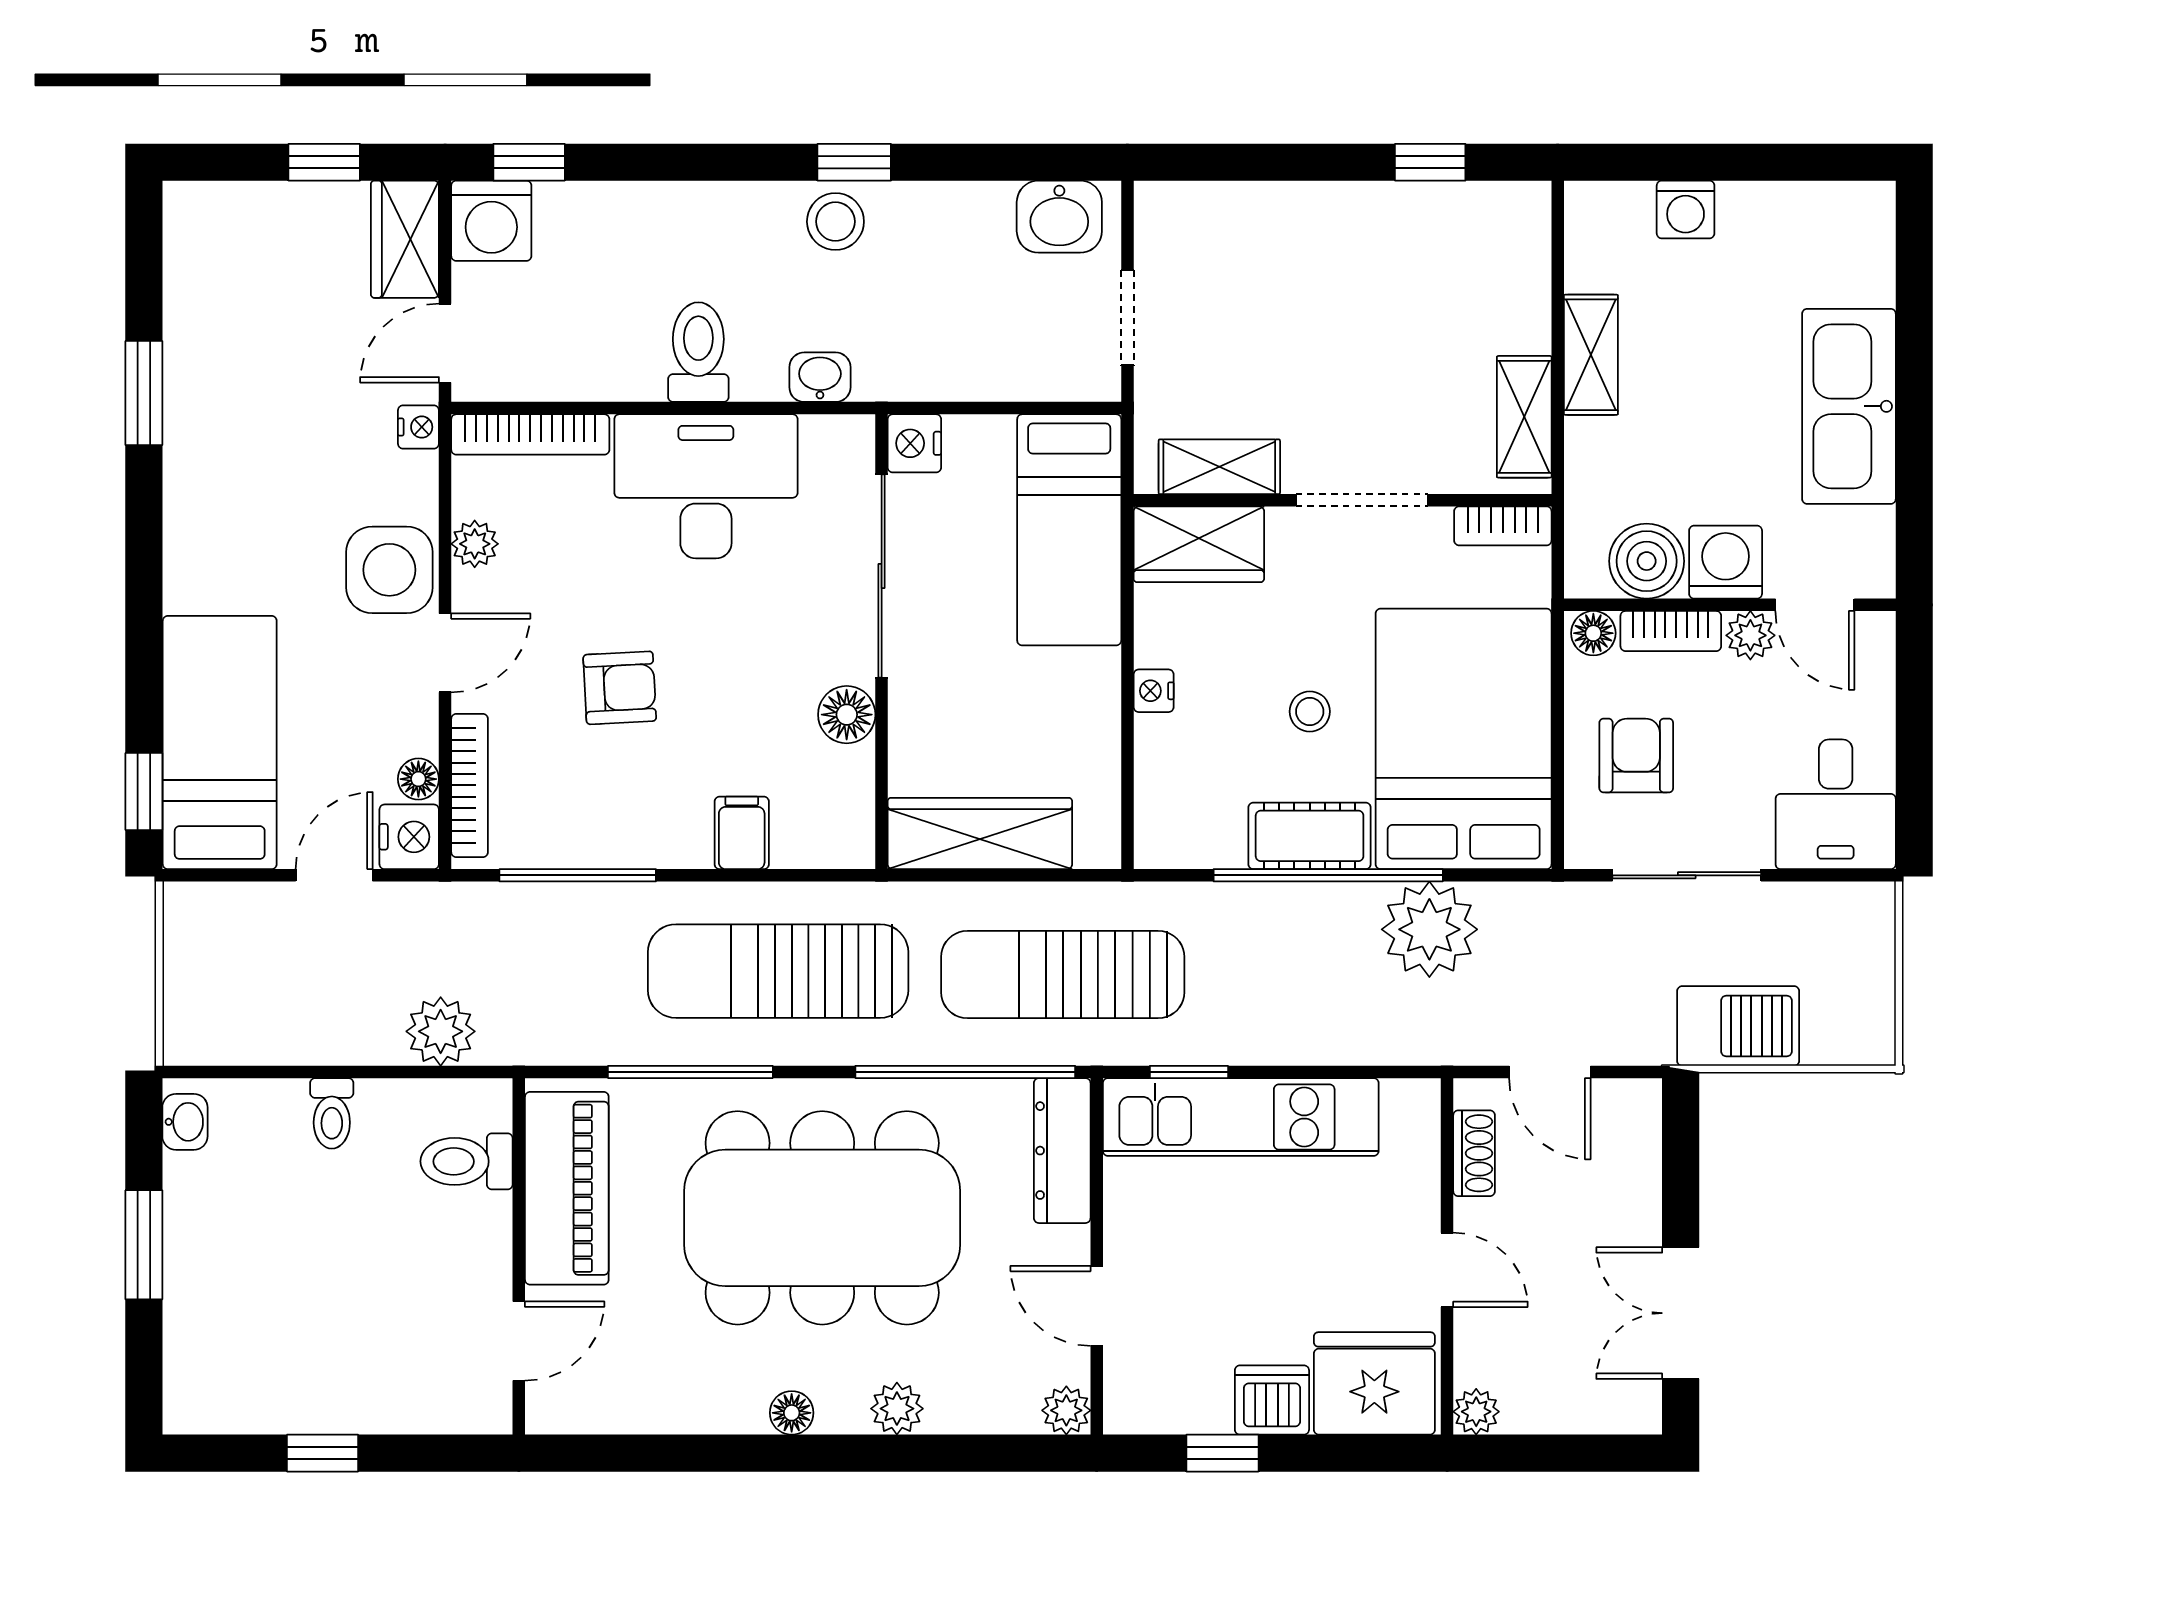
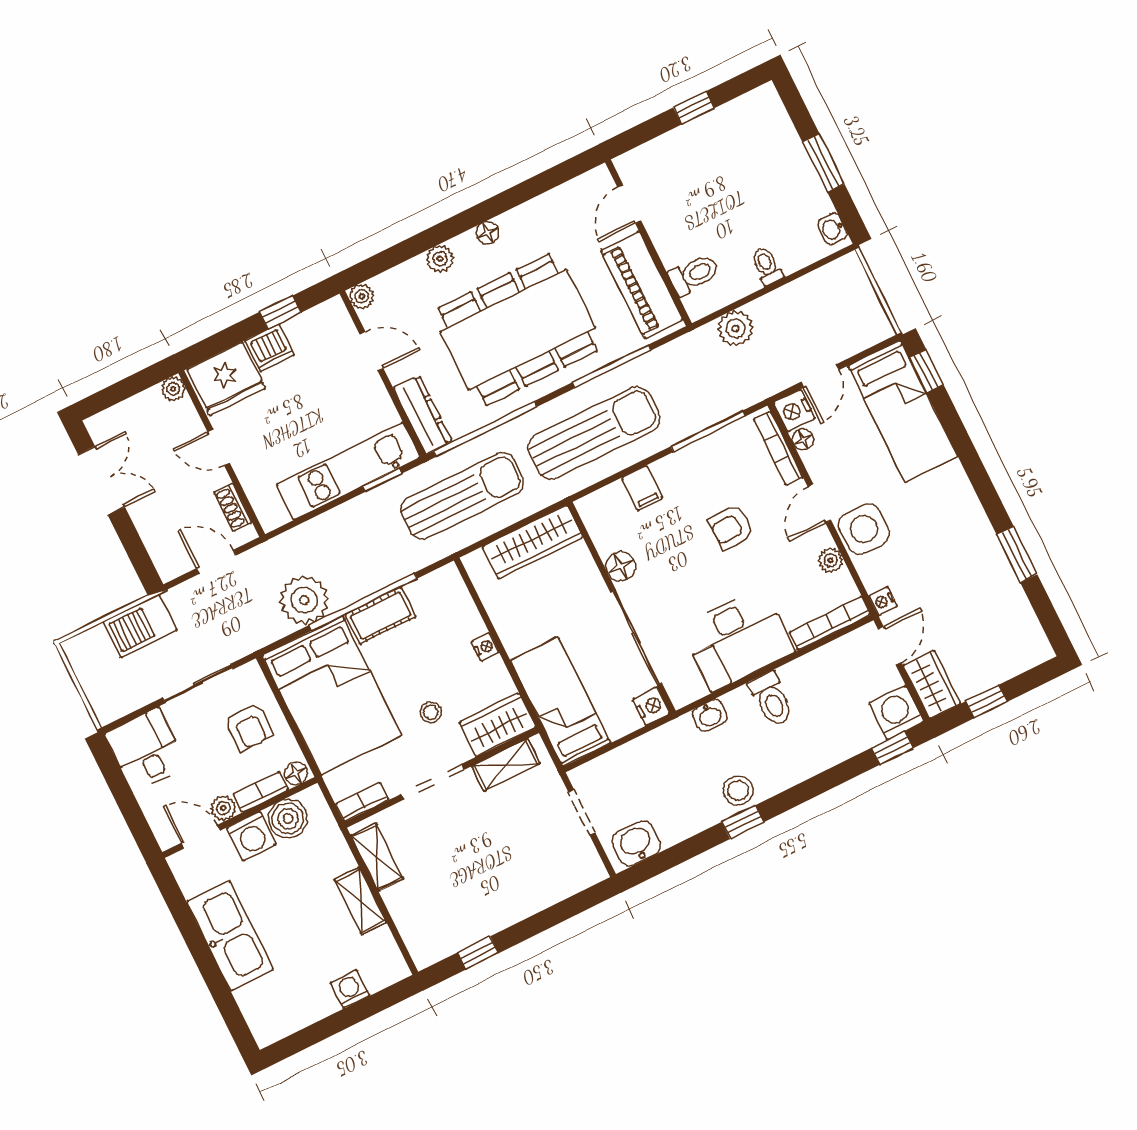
stool: (1310, 711) -> (431, 712), moved

